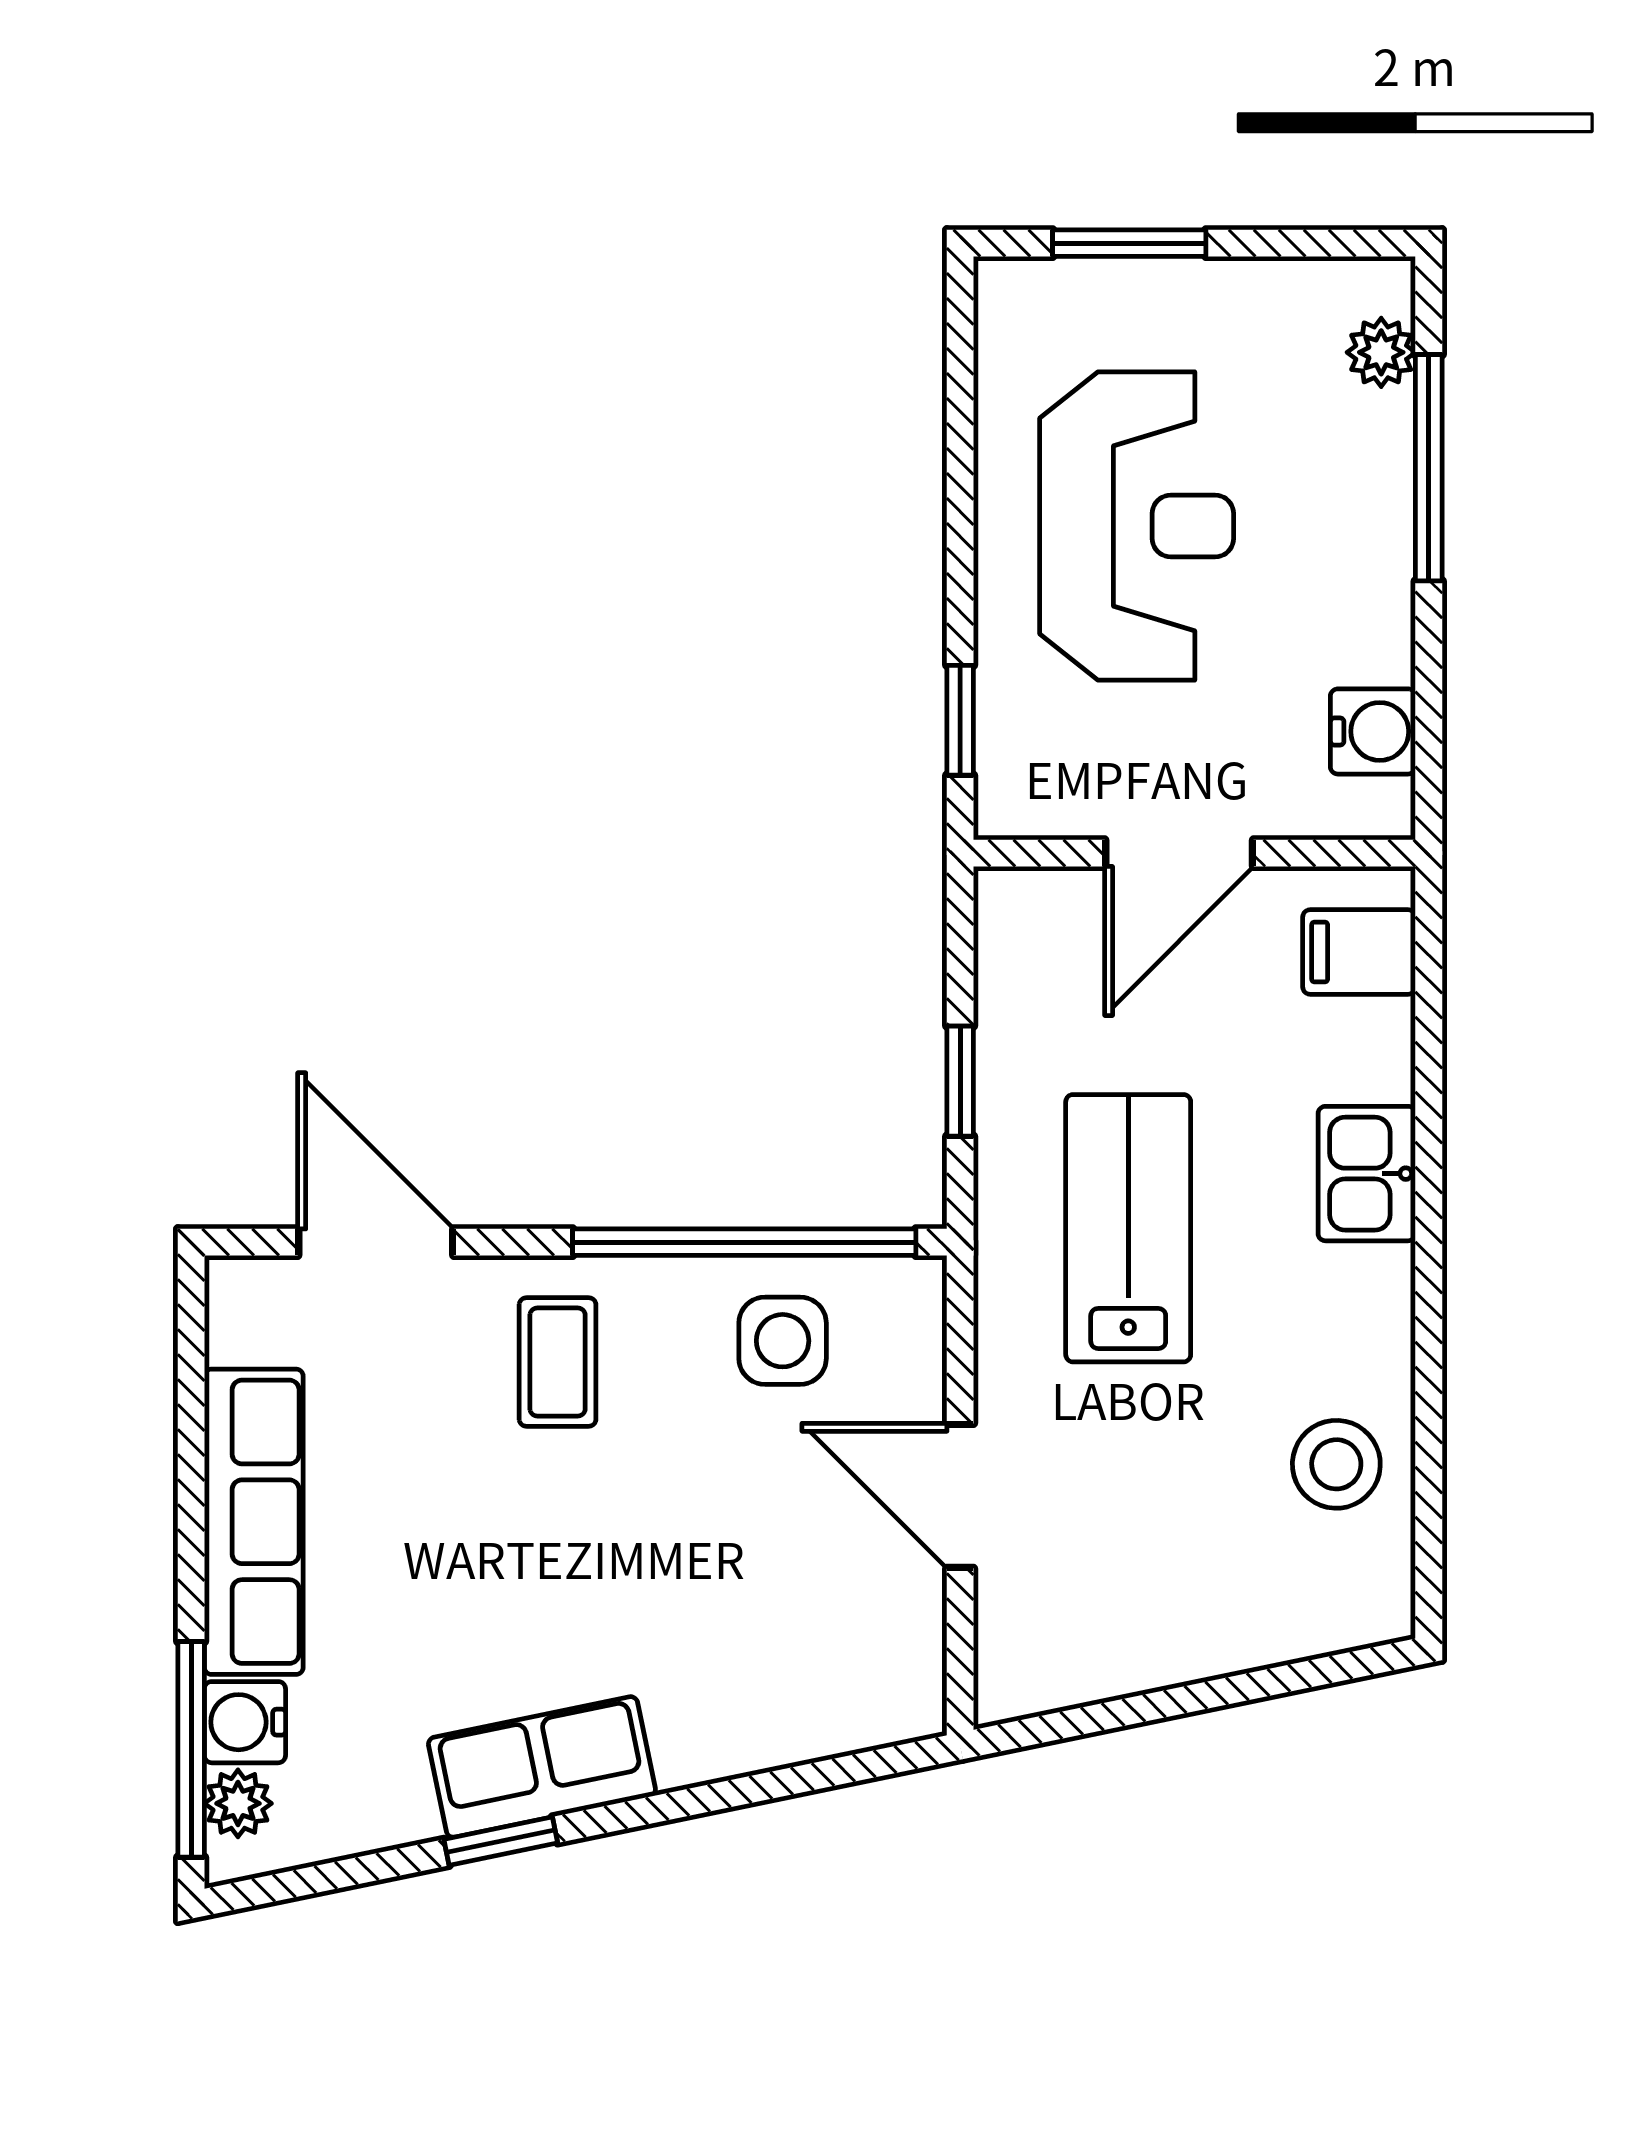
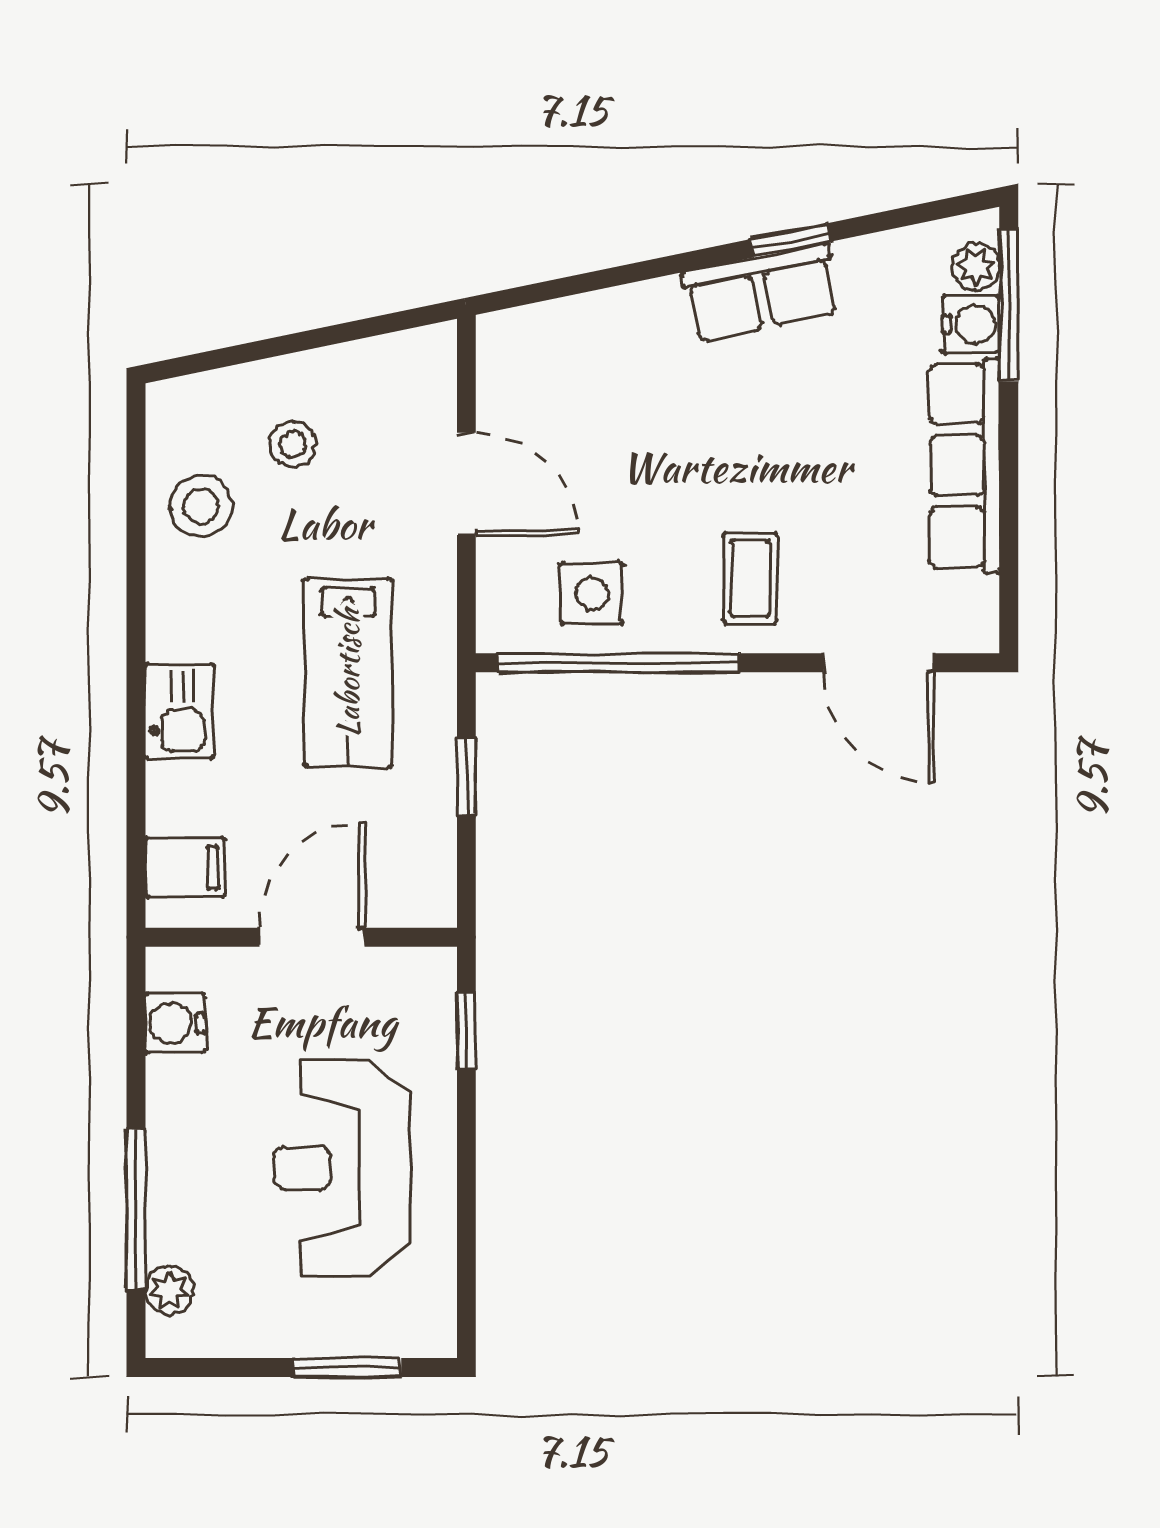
stool: (1206, 1552) -> (293, 444), added

